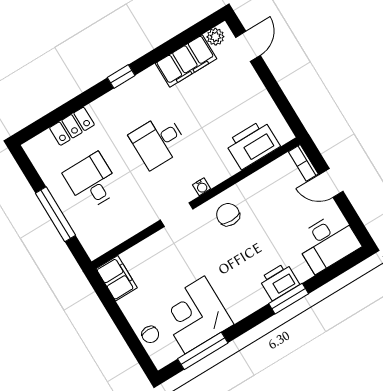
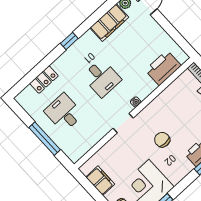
desk: (158, 141) -> (102, 78), turned -90
chair: (228, 215) -> (162, 140), moved
filing cabinet: (117, 278) -> (100, 181), moved

